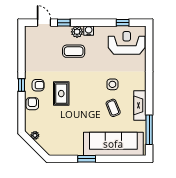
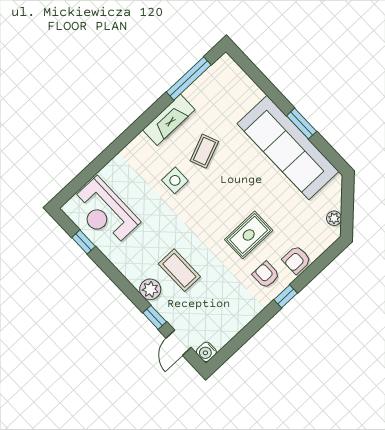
water cooler: (89, 31) -> (206, 352), moved
sofa: (113, 144) -> (288, 148), moved

